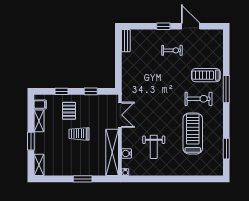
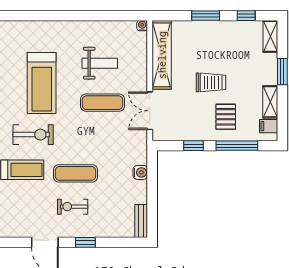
exercise mat: (170, 73) -> (75, 173), added
window: (62, 91) -> (237, 146), width x2.17
exercise bike: (198, 99) -> (33, 135), turned 180
exercise mat: (152, 120) -> (103, 103), added
weight bench: (154, 147) -> (100, 63), turned 90
water cooler: (126, 153) -> (140, 172), moved
window: (55, 179) -> (246, 16), added

